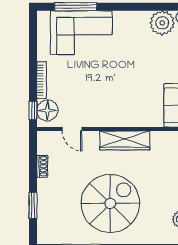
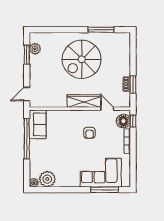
armchair: (98, 93) -> (89, 133), added
wardrobe: (125, 140) -> (84, 101), moved
window: (33, 206) -> (133, 85), moved

